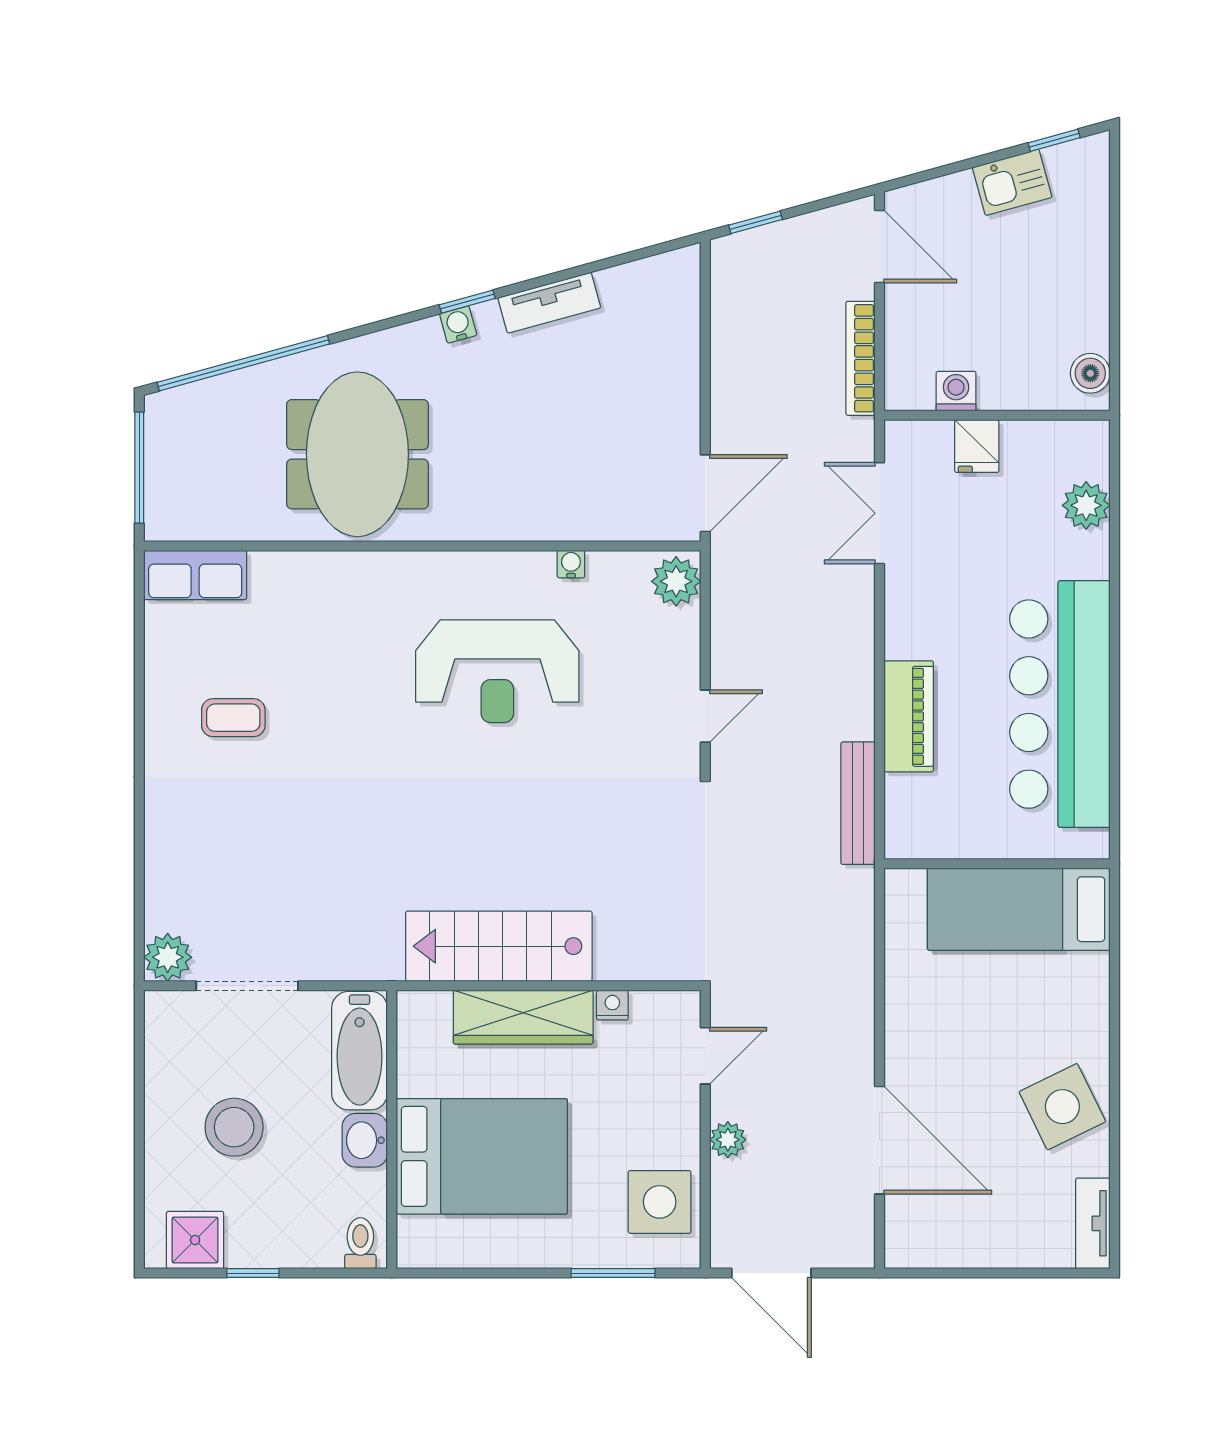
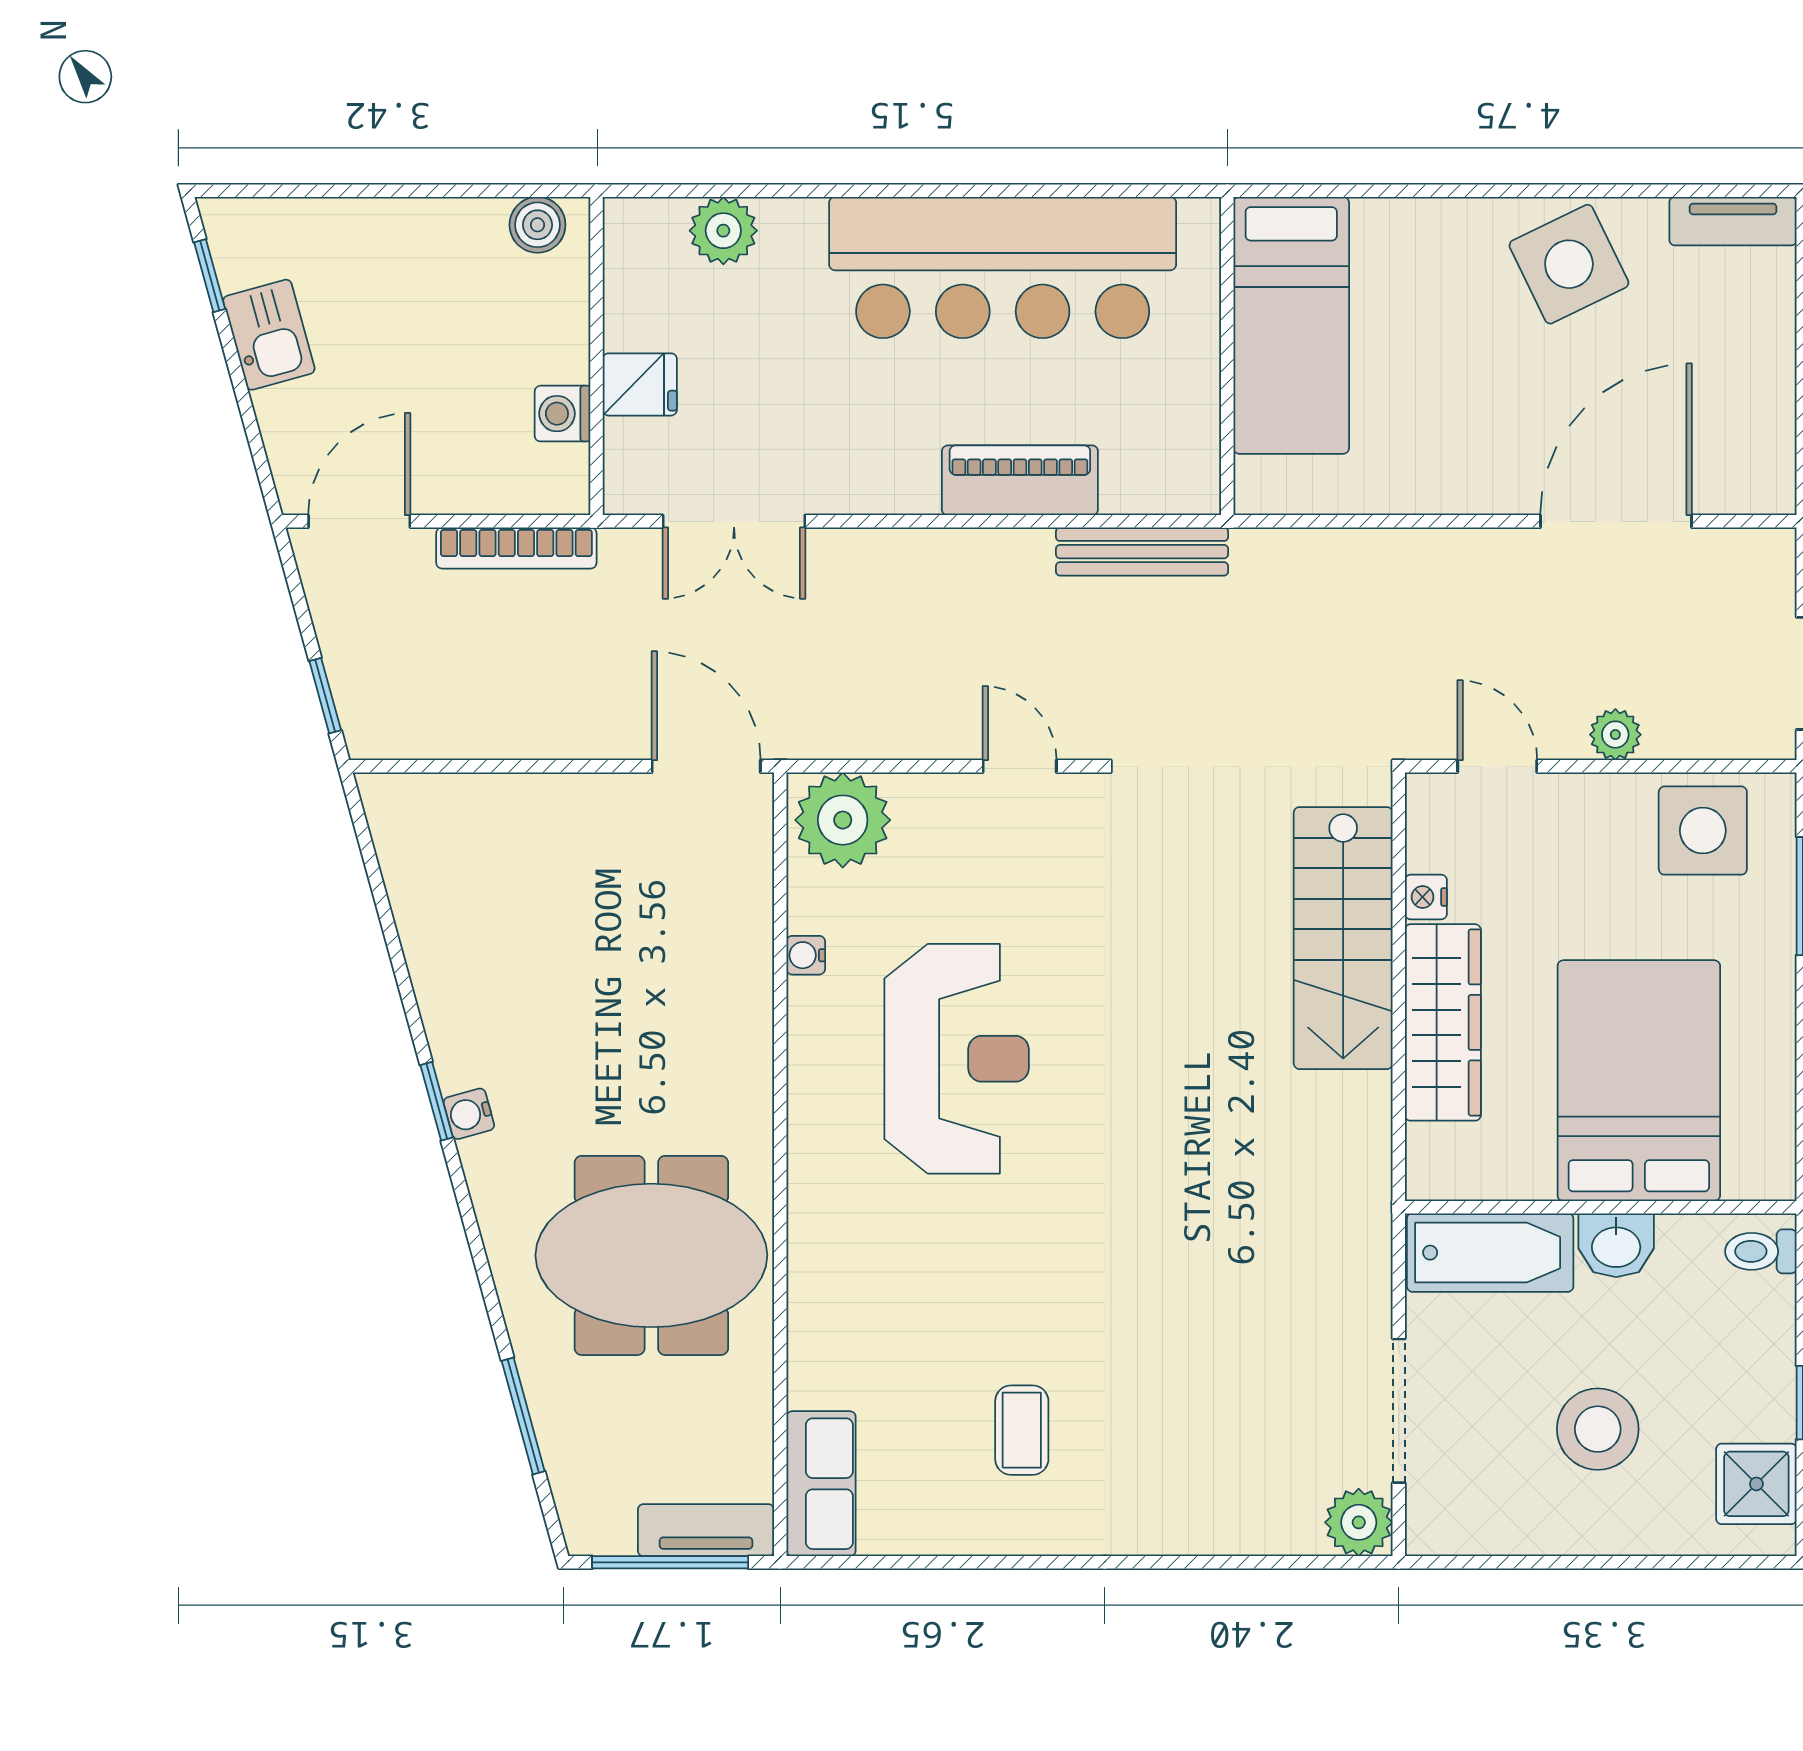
tv unit: (549, 303) -> (706, 1530), moved, turned -75
window: (243, 363) -> (523, 1416), width x0.47
plant: (676, 581) -> (843, 820), width x1.36, depth x1.36
stairs: (499, 946) -> (1343, 938), moved

